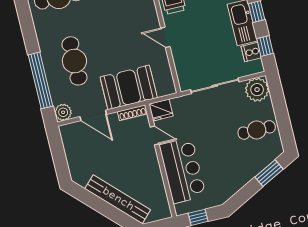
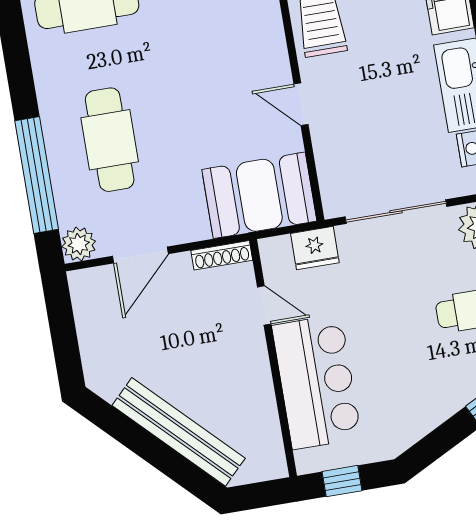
booth: (129, 87) -> (259, 195), moved
fridge: (161, 110) -> (315, 248), moved
door: (93, 115) -> (140, 255), hinge flipped

